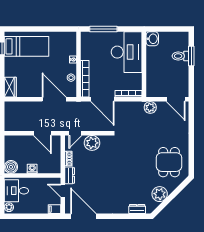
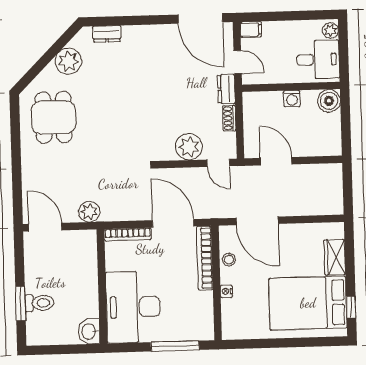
bed: (26, 46) -> (308, 303), width x1.50
wardrobe: (10, 87) -> (335, 257), moved
door: (75, 133) -> (218, 163), swing flipped

